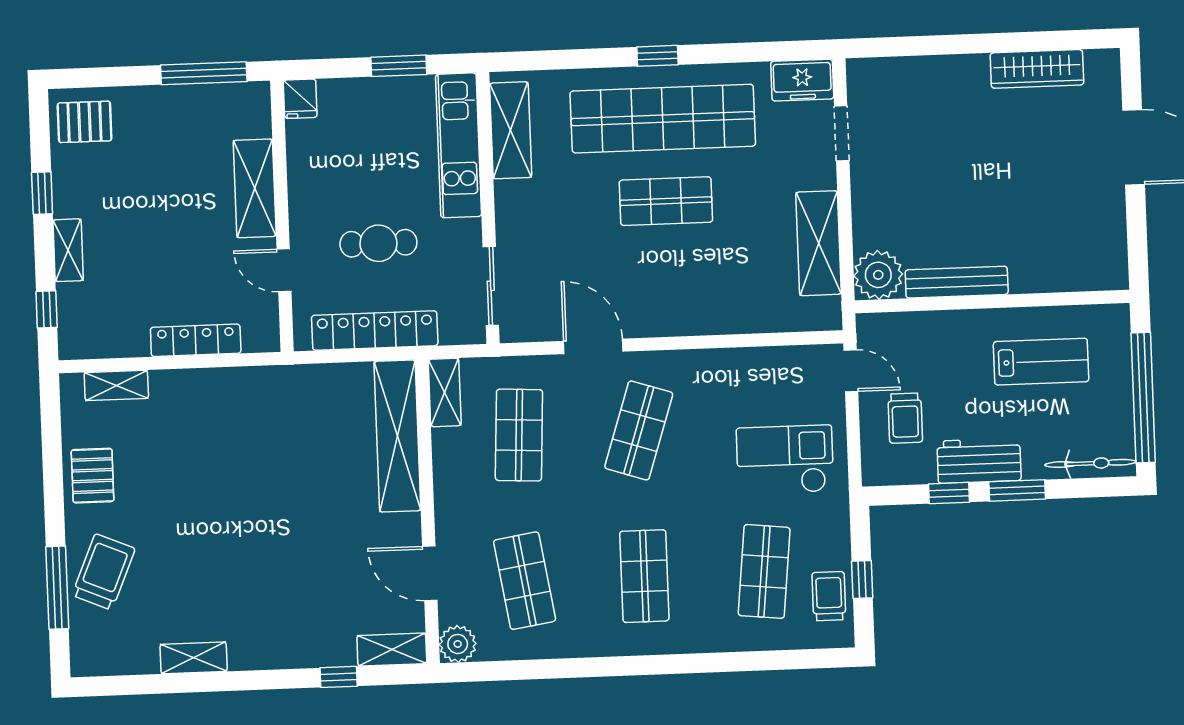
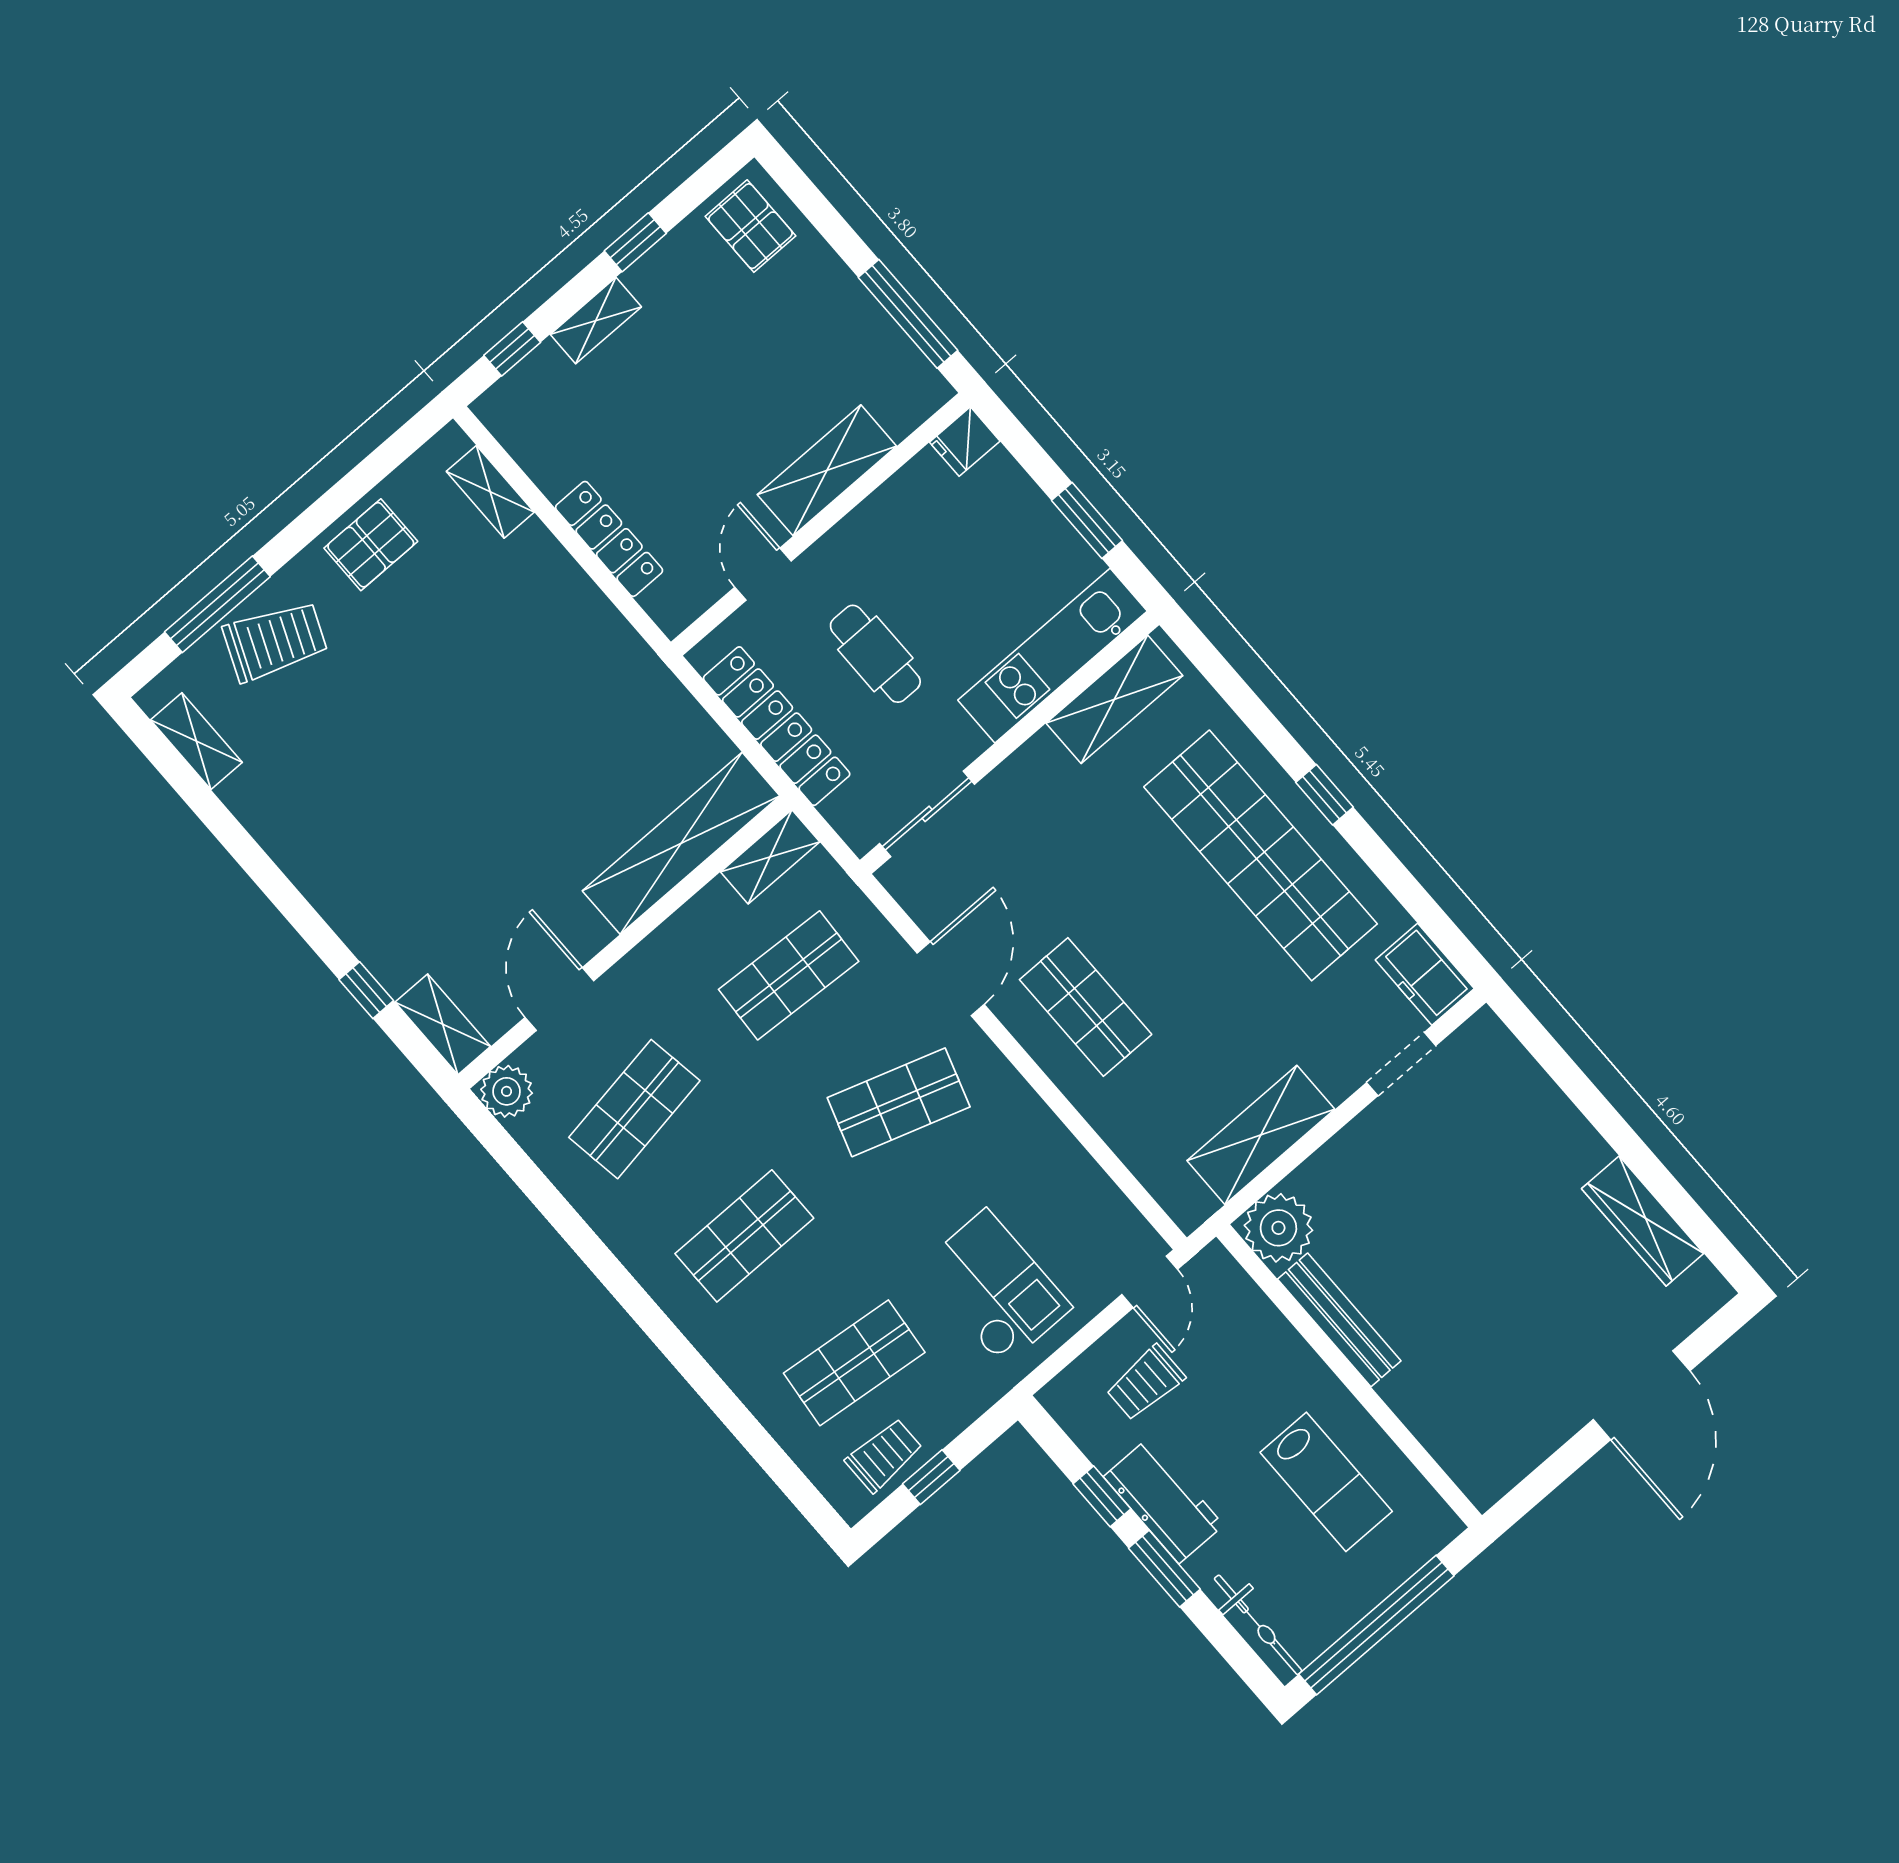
shop shelf: (666, 201) -> (1086, 1007), moved
shelving: (194, 658) -> (196, 741), moved

